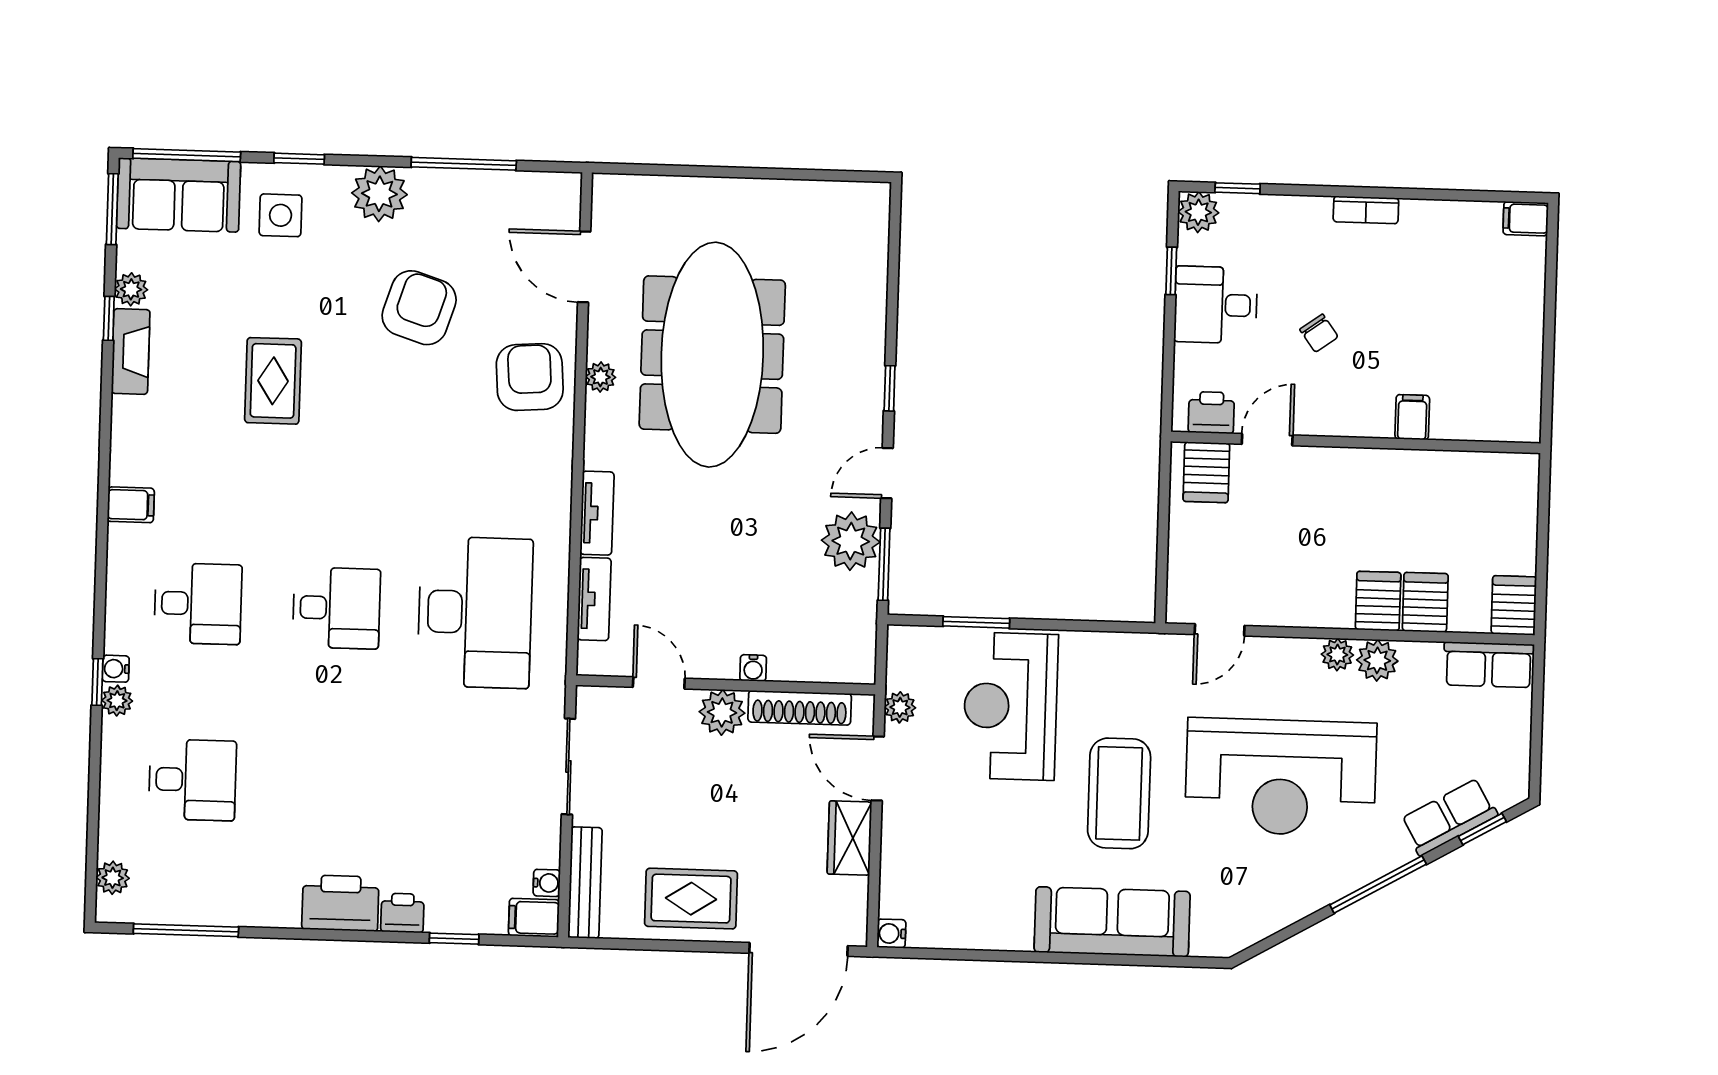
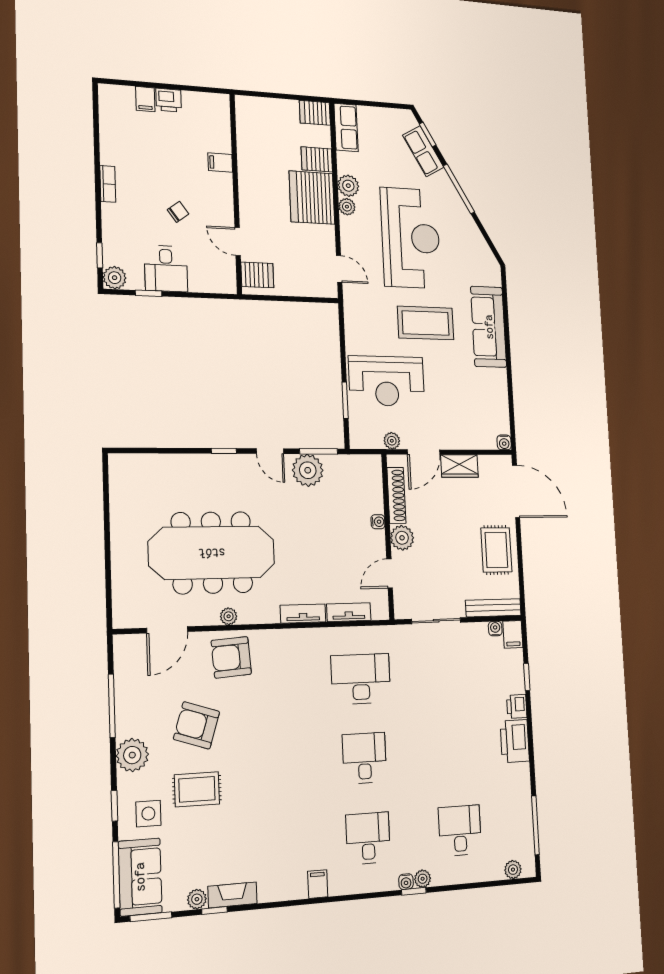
filing cabinet: (1526, 219) -> (145, 99), moved
rug: (273, 381) -> (197, 789), moved
printer: (1211, 413) -> (169, 100), moved, turned -90
server rack: (1378, 601) -> (312, 198), width x2.18, depth x1.44
desk: (475, 612) -> (361, 679), width x0.73, depth x0.77

